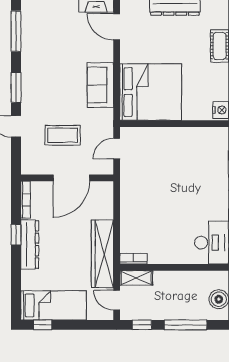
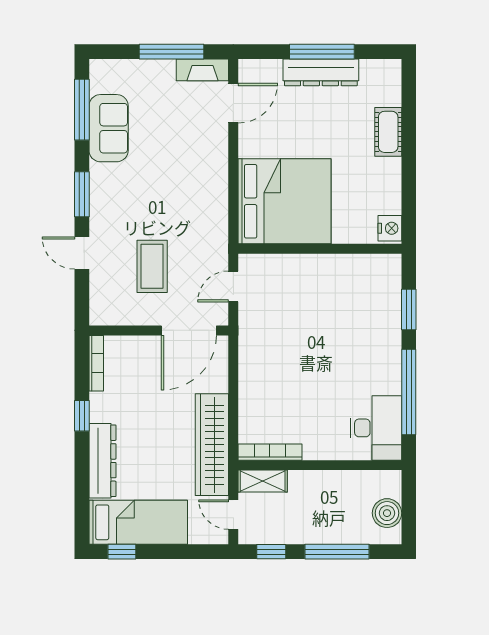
door: (117, 27) -> (233, 103), swing flipped
sofa: (100, 85) -> (109, 128), moved, turned 180
coffee table: (63, 135) -> (152, 266), turned 90
door: (71, 178) -> (189, 330), moved
dresser: (30, 244) -> (102, 461), moved
bookcase: (133, 259) -> (270, 452), width x1.56

